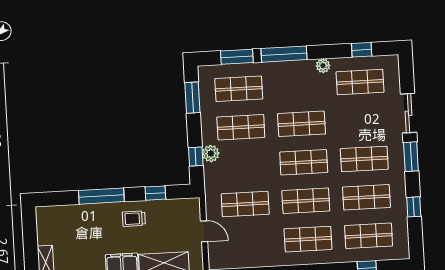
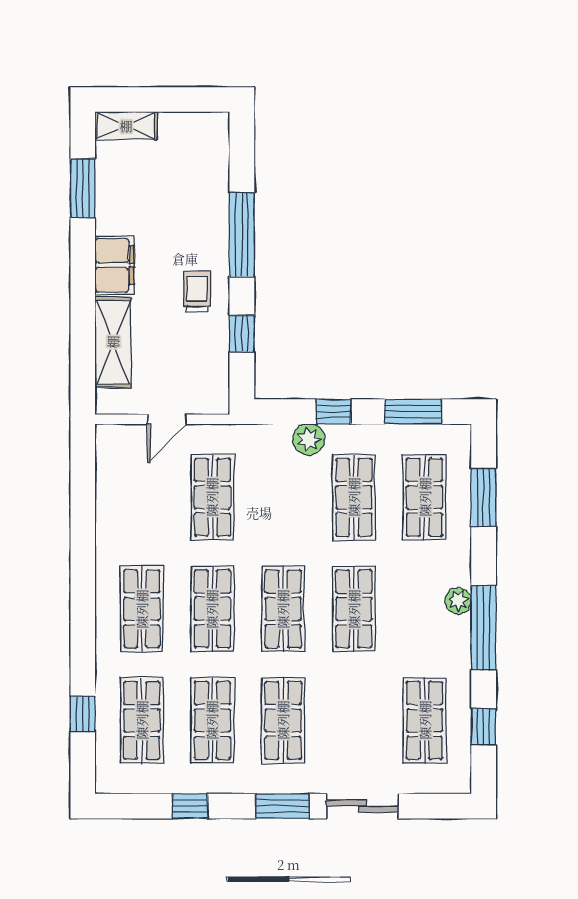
window: (284, 54) -> (484, 628), moved
plant: (323, 66) -> (458, 601), moved
window: (196, 157) -> (334, 412), moved

